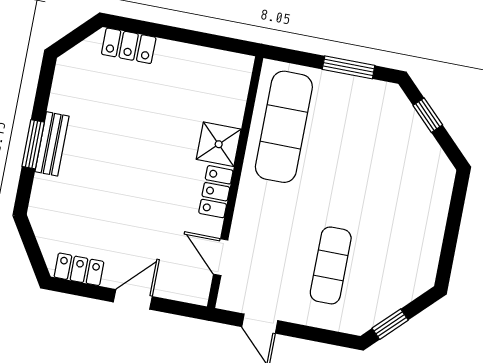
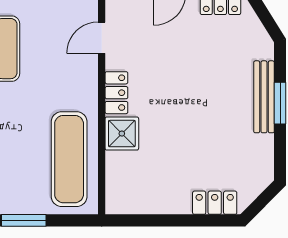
bench: (52, 144) -> (264, 97), width x1.36
door: (221, 257) -> (102, 38), swing flipped

